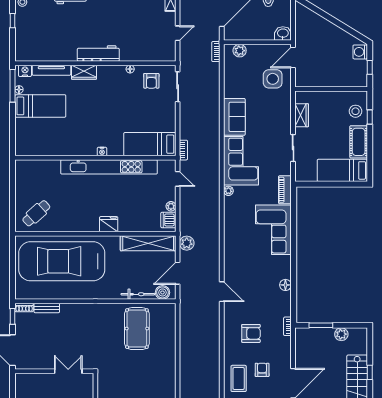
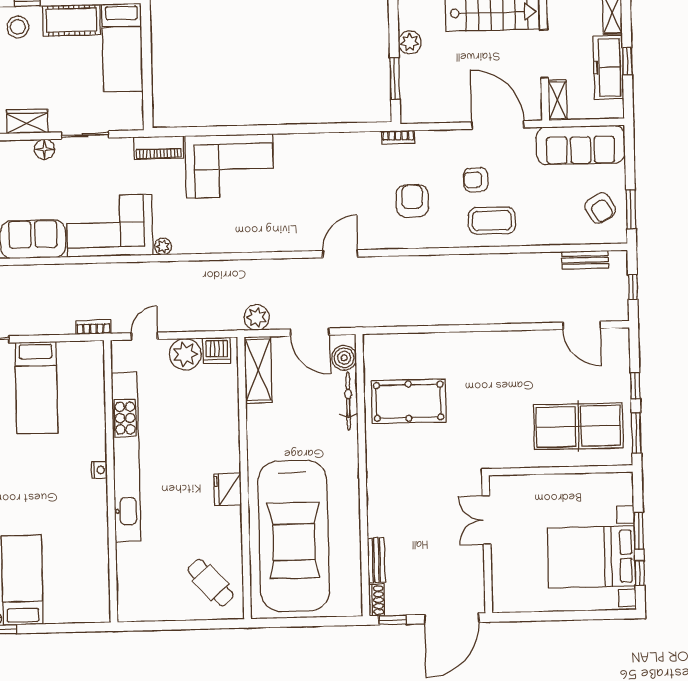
bed: (150, 144) -> (36, 388), moved
plant: (171, 206) -> (185, 354), width x1.87, depth x1.87
fridge: (109, 224) -> (228, 489), moved
shelving: (148, 243) -> (258, 370), width x0.68
floor lamp: (285, 285) -> (44, 149), moved

